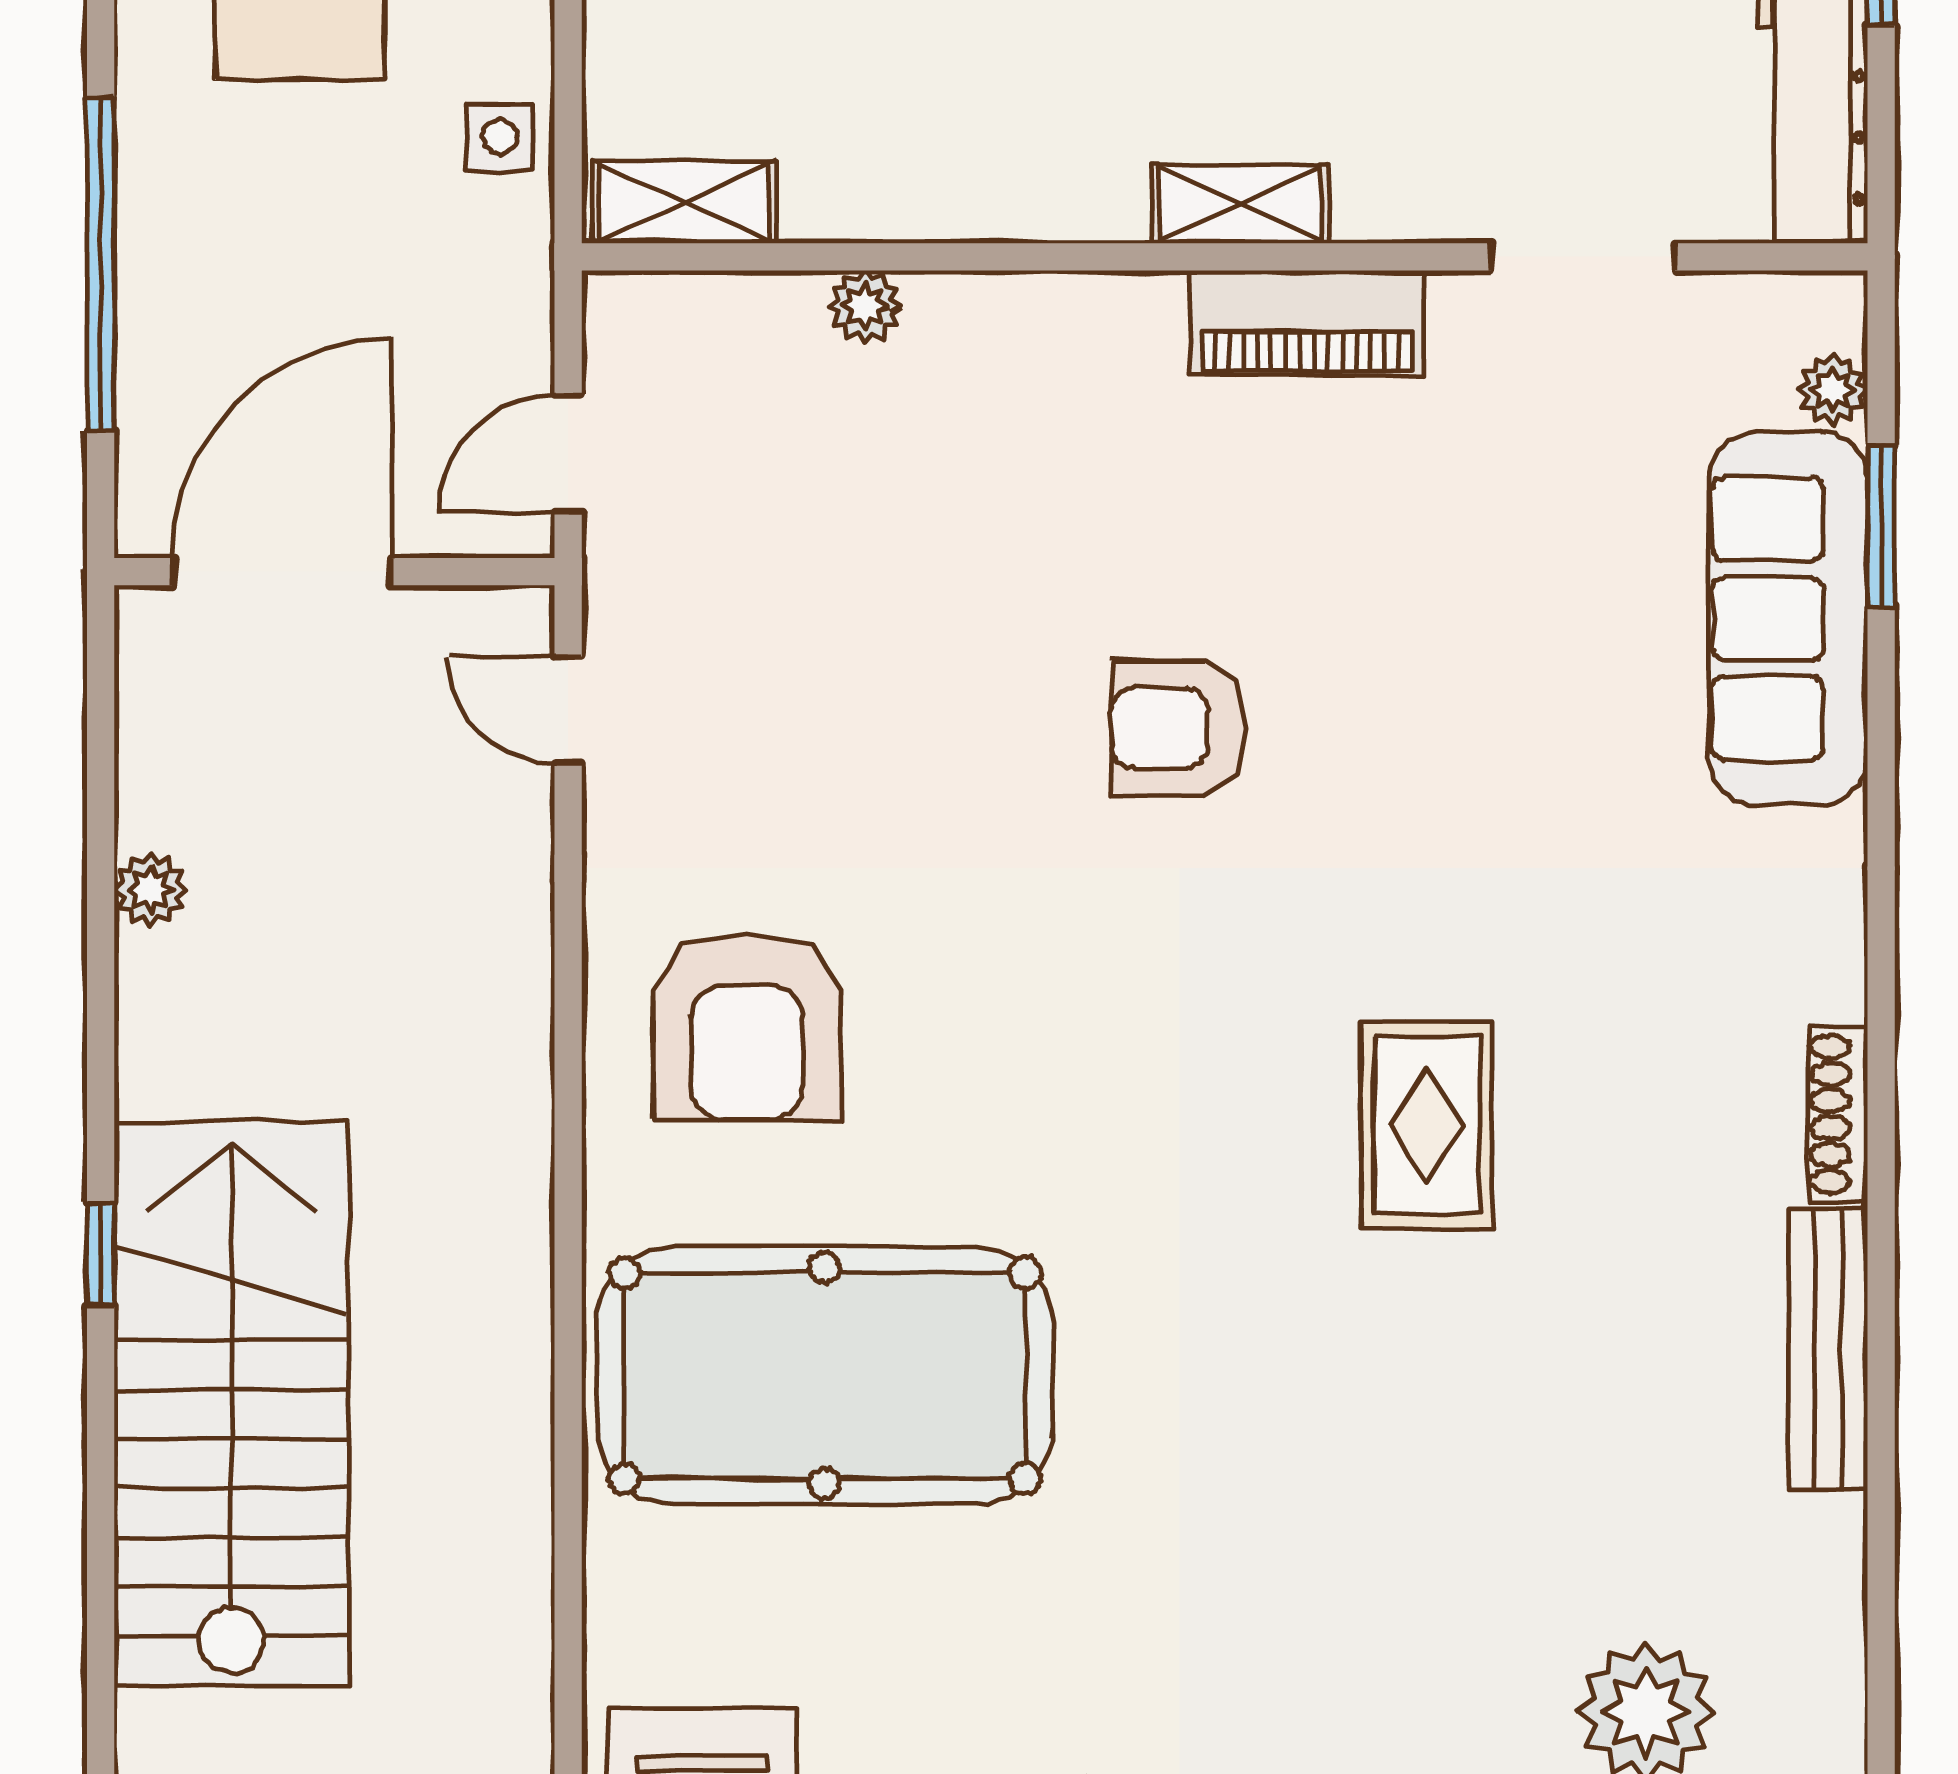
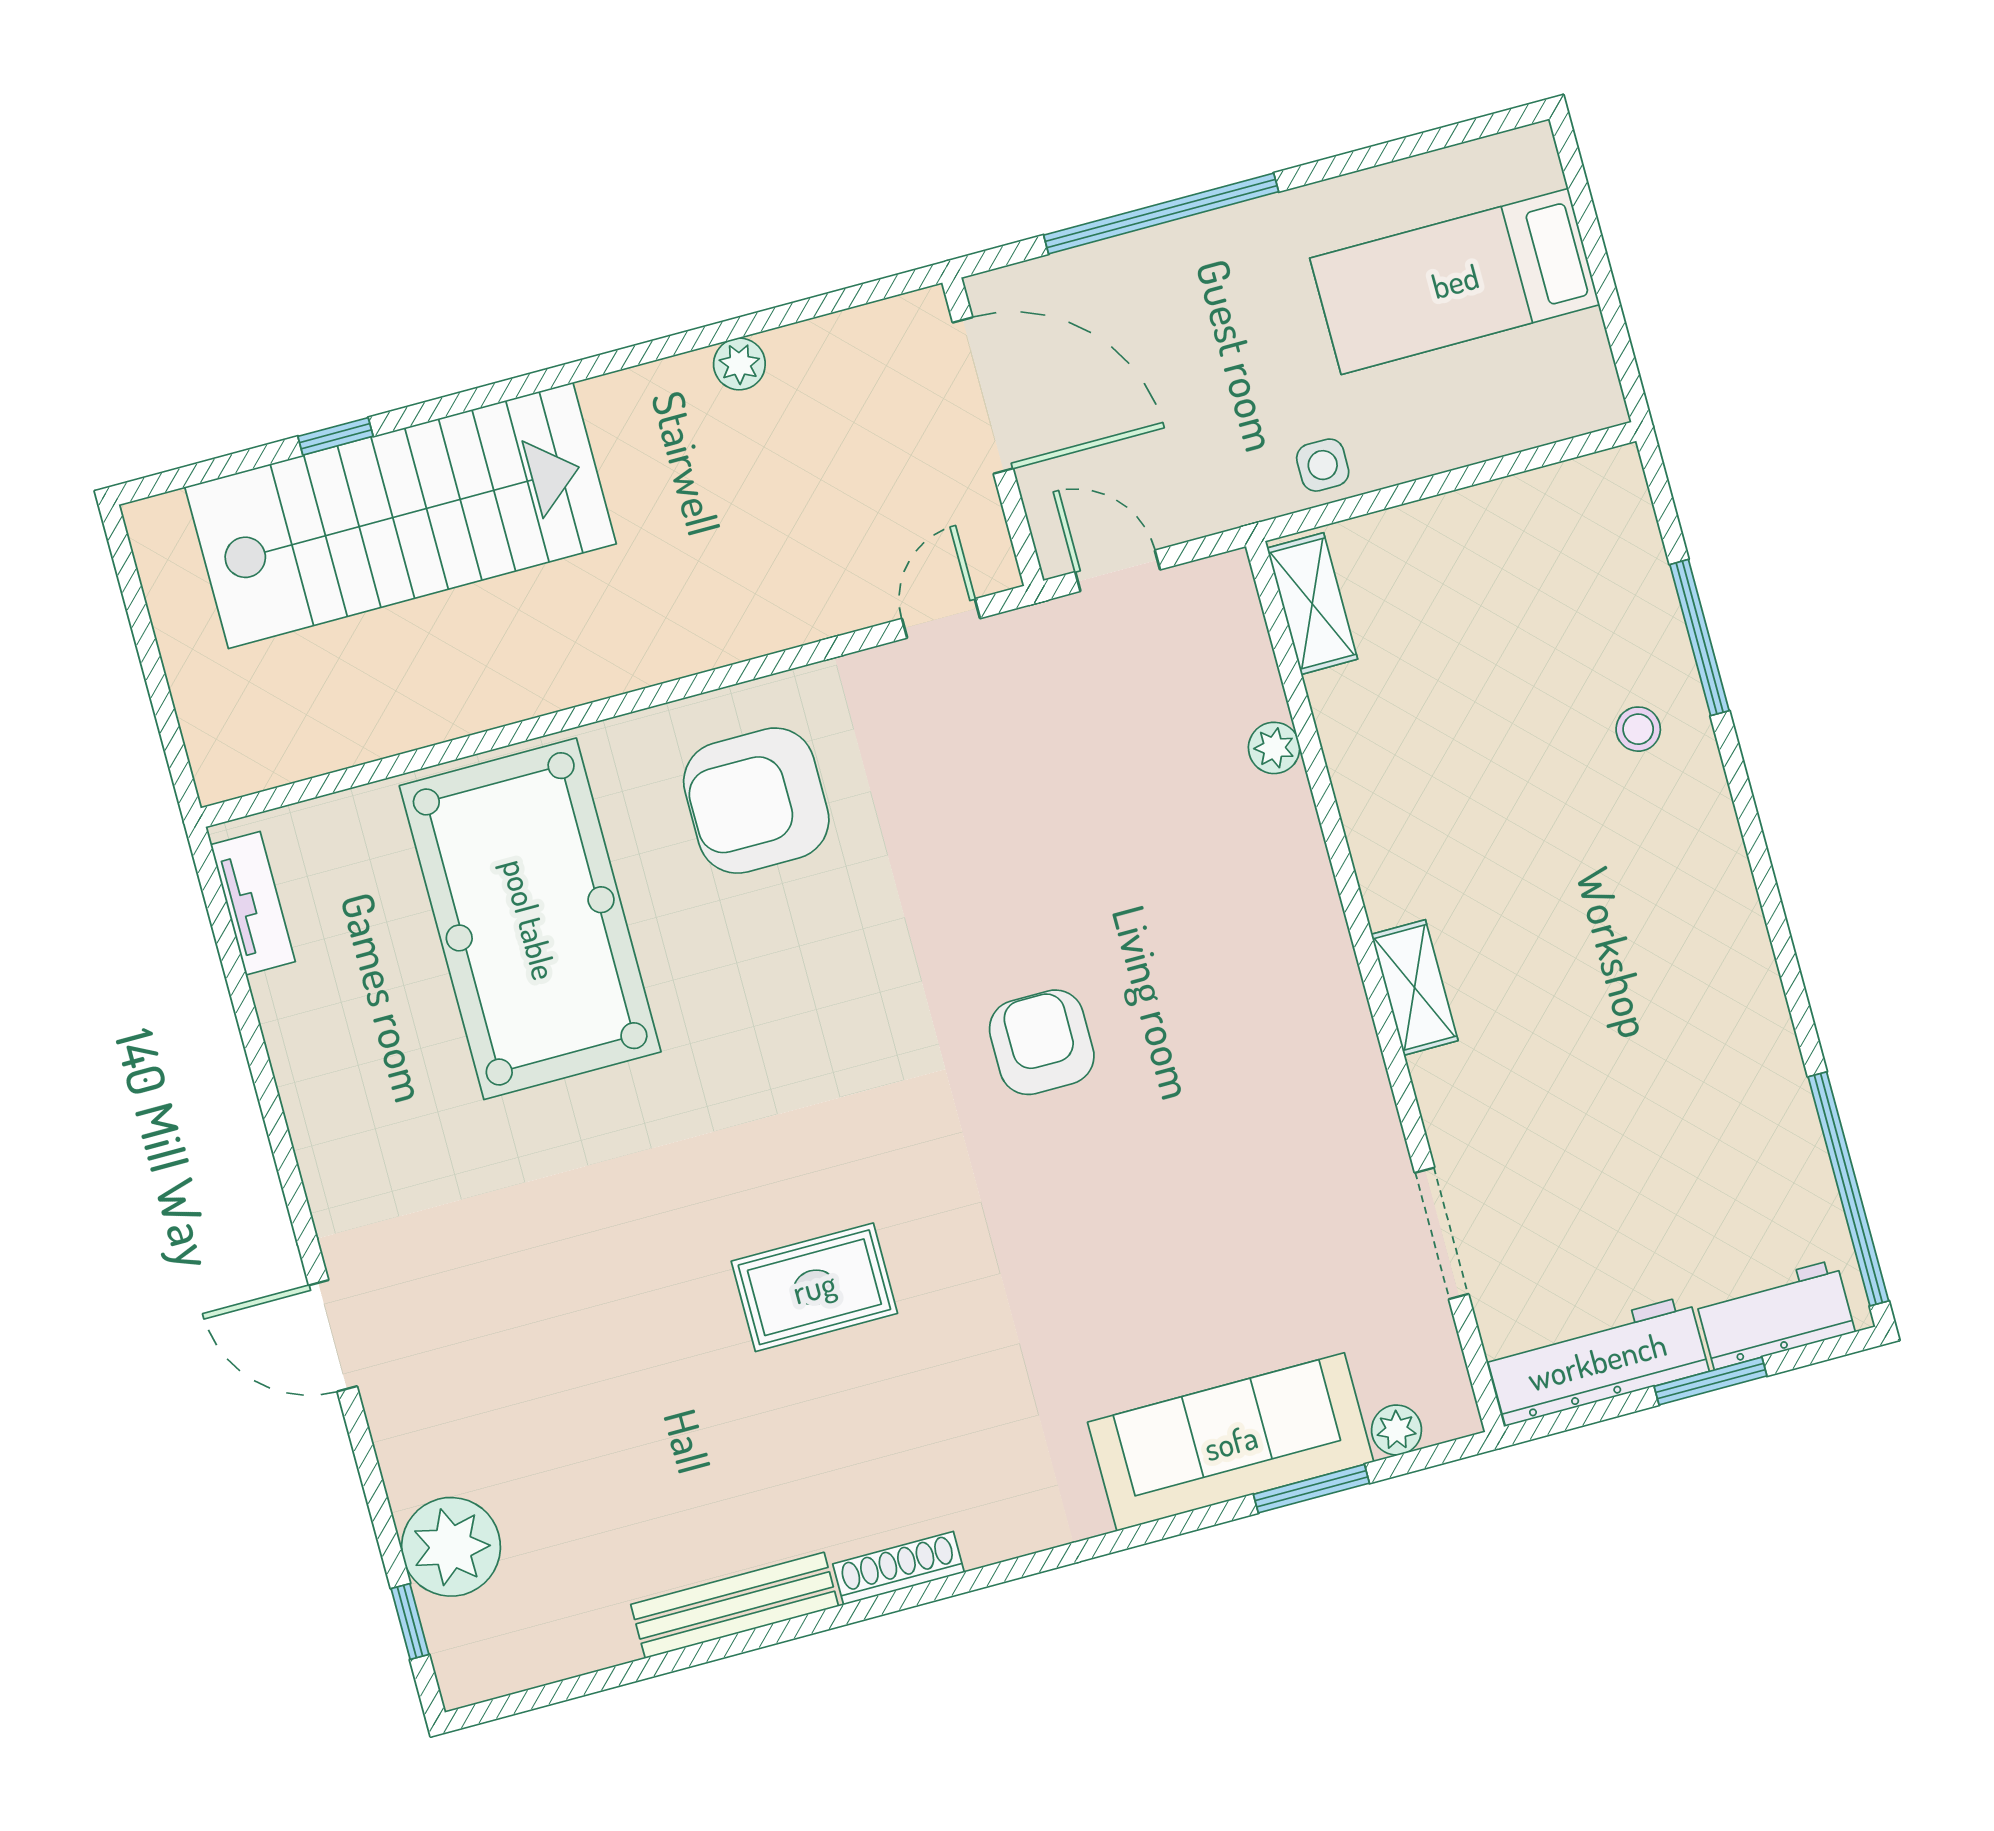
piano: (1307, 323) -> (1345, 1055), removed
window: (101, 1254) -> (335, 436), moved

